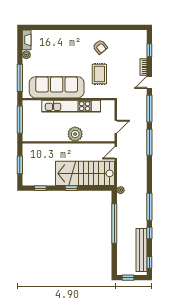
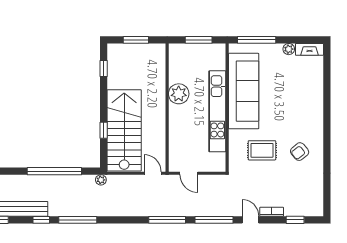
window: (20, 120) -> (199, 40), width x0.69
plant: (75, 134) -> (179, 94), moved
window: (71, 188) -> (104, 130), moved

